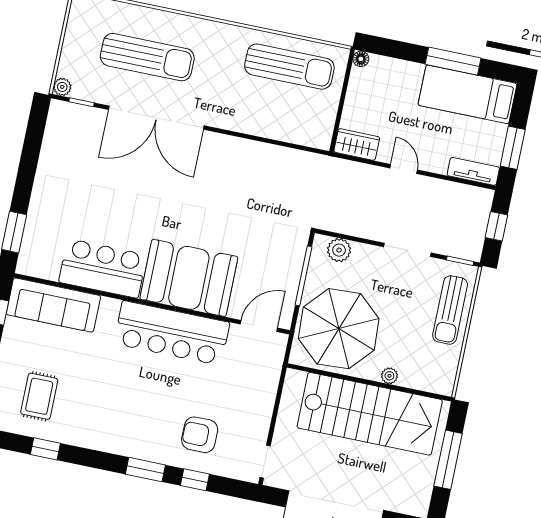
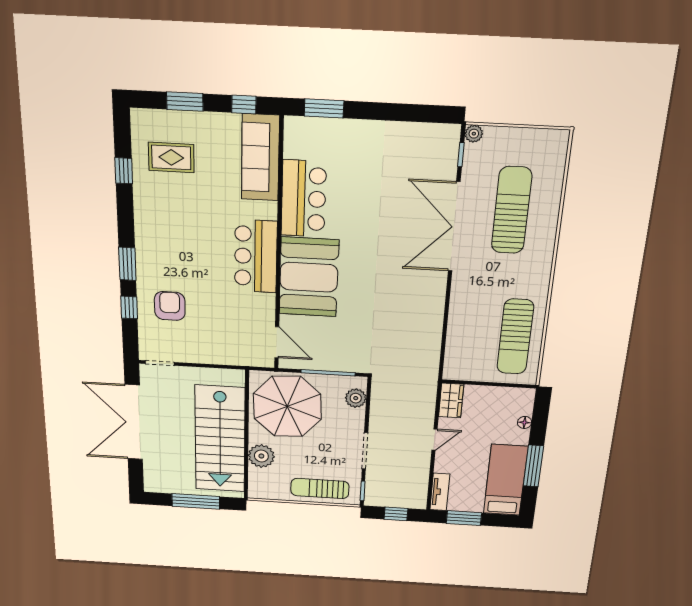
sun lounger: (147, 57) -> (512, 210), turned 180
floor lamp: (361, 59) -> (524, 422), moved
bar counter: (172, 333) -> (256, 256), width x0.73
plant: (389, 376) -> (261, 456), width x1.87, depth x1.87

